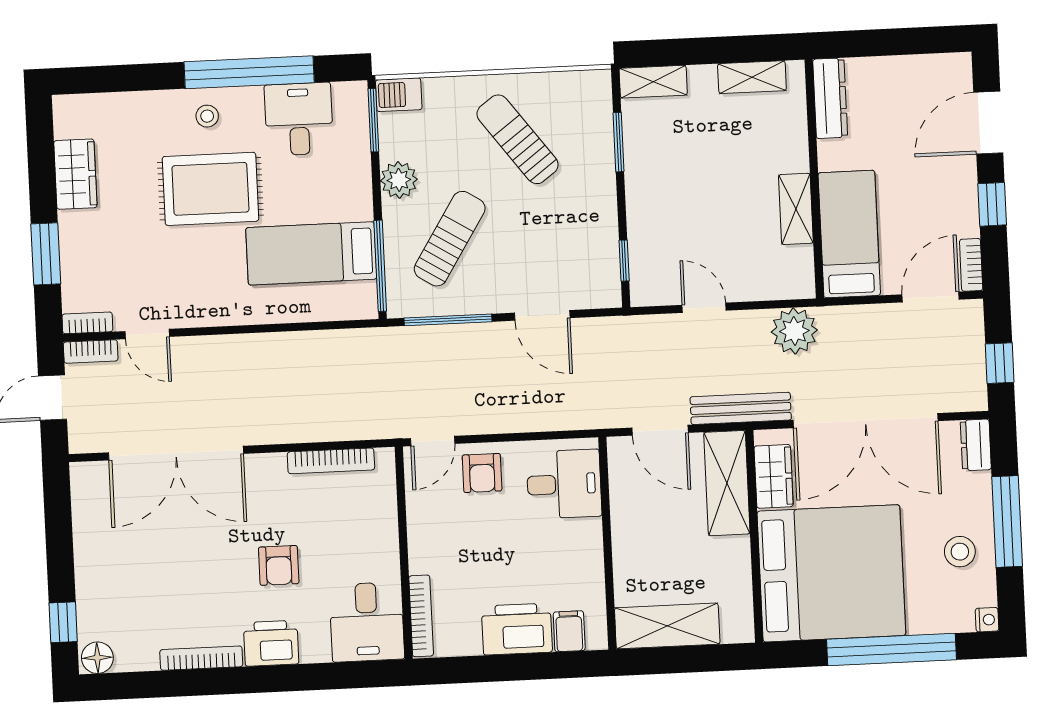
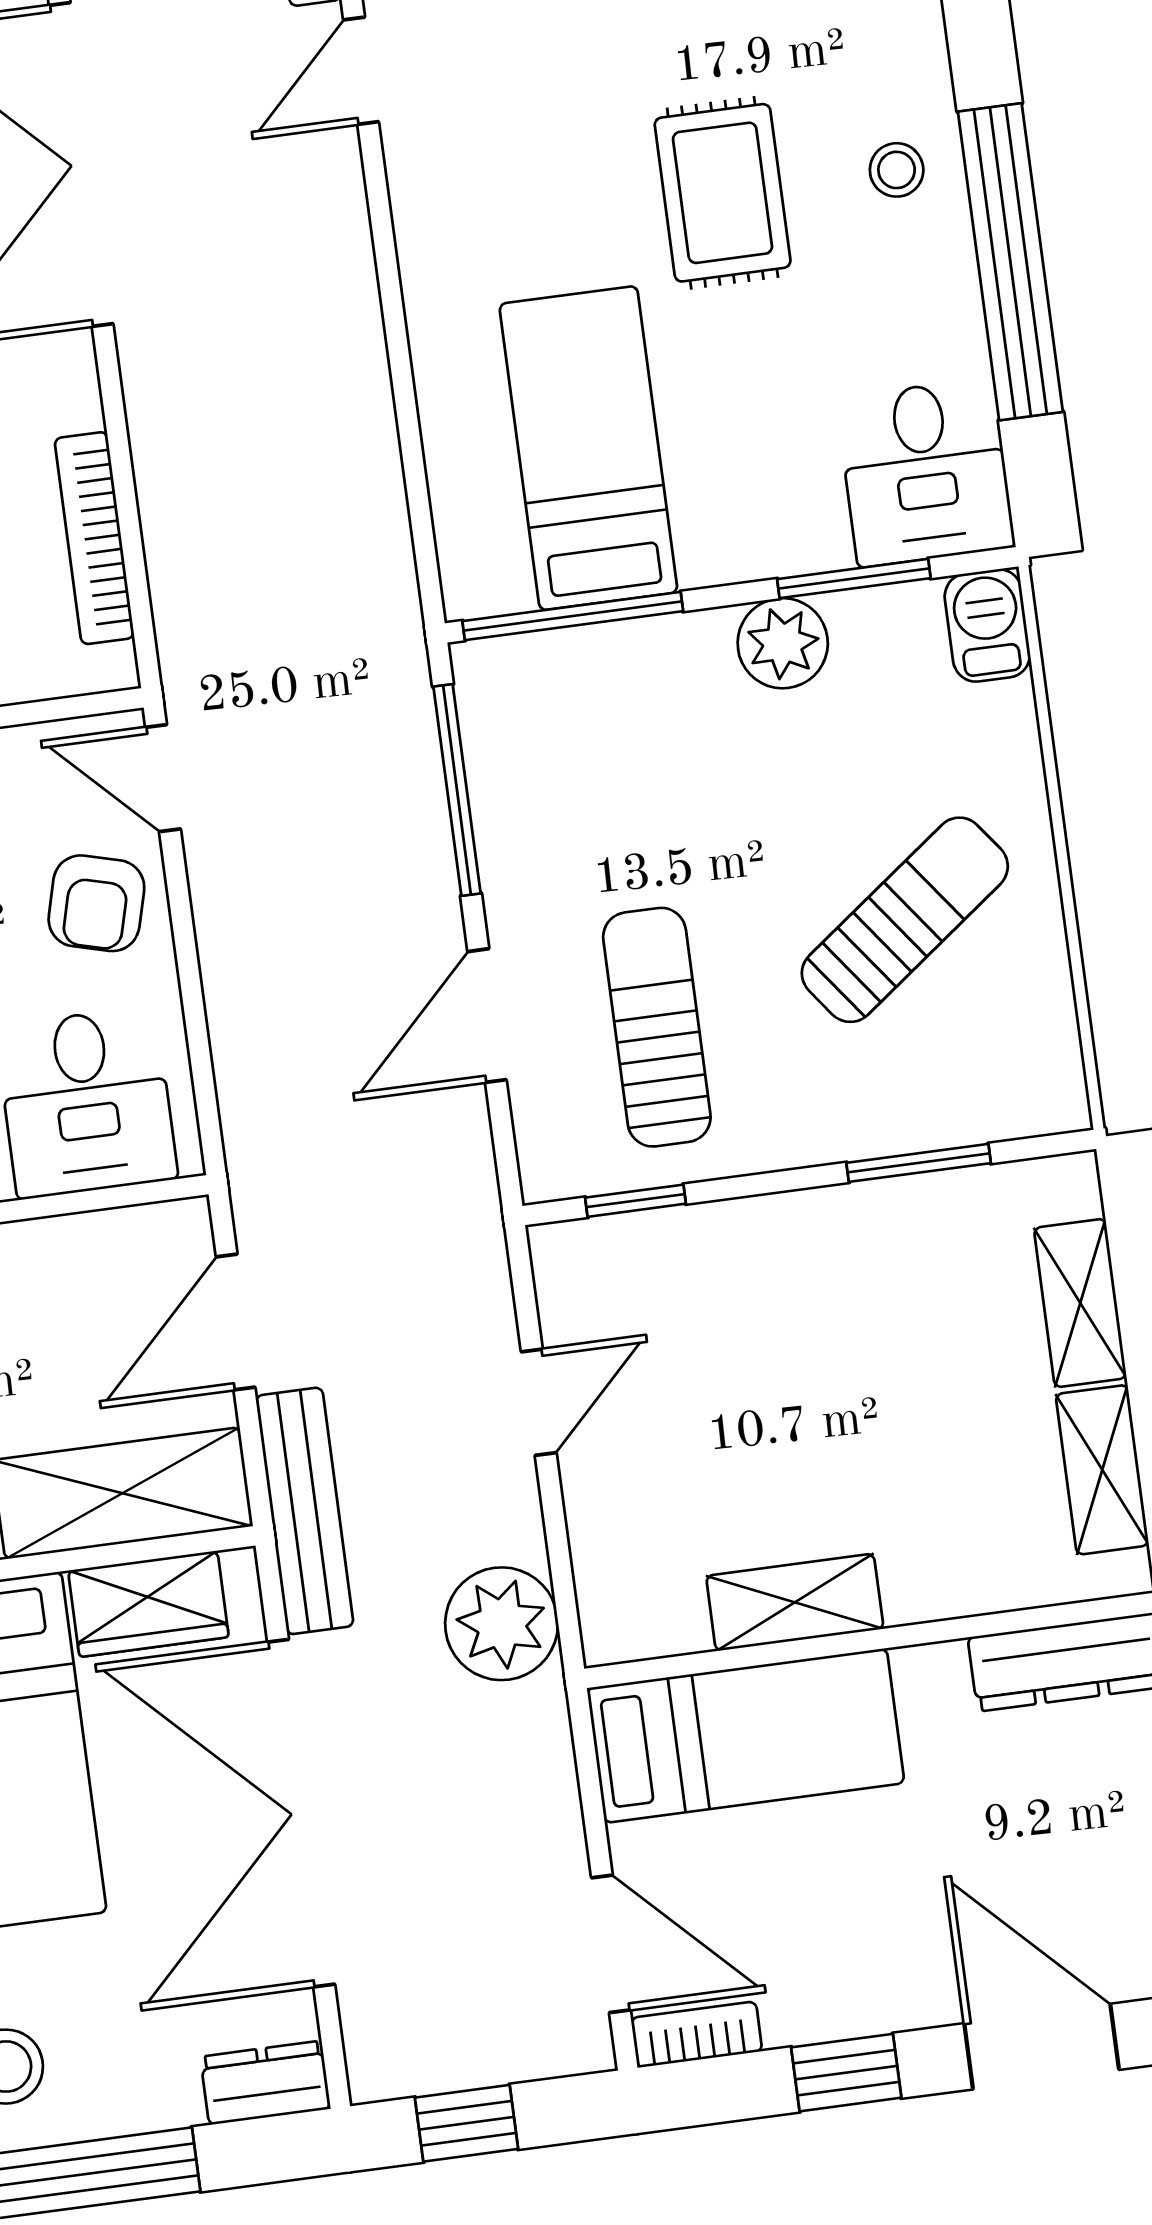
shelving: (653, 82) -> (1080, 1303), moved
desk: (299, 119) -> (925, 472), moved, turned 90
window: (373, 120) -> (854, 579), moved
rug: (210, 189) -> (723, 193), width x0.73, depth x0.70
sun lounger: (450, 239) -> (657, 1027), moved, turned -122
armchair: (482, 473) -> (96, 903), turned -75

